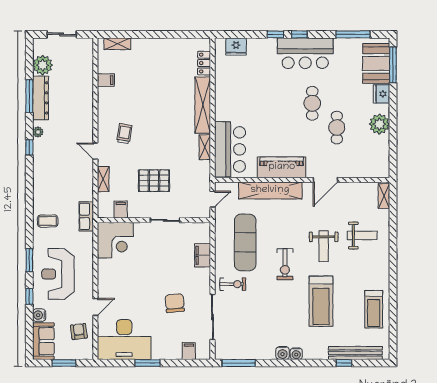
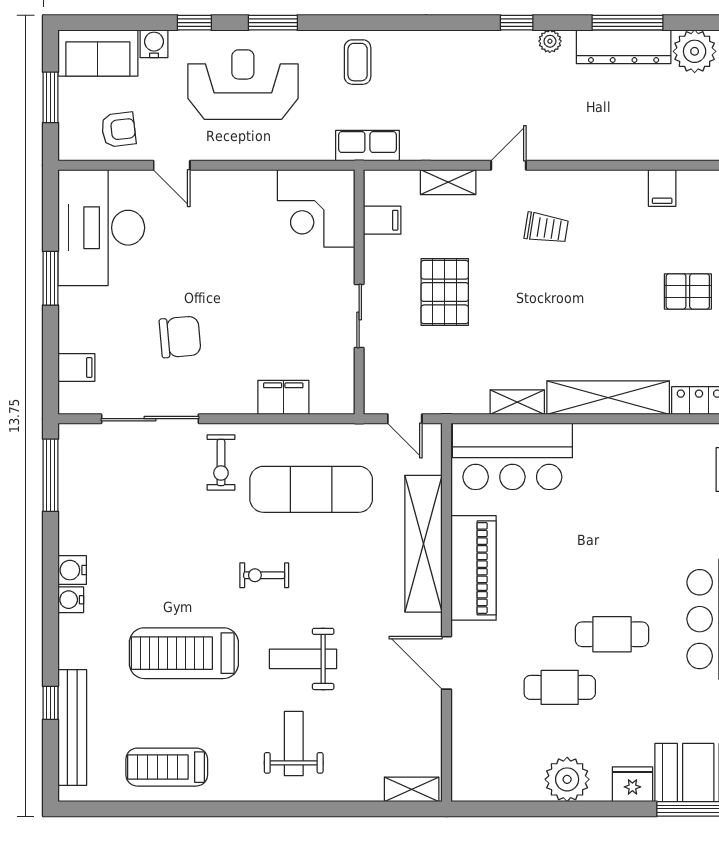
pallet: (154, 68) -> (688, 291), added
weight bench: (362, 236) -> (294, 744), moved, turned 180
exercise bike: (285, 264) -> (264, 575), width x0.73, depth x0.72

